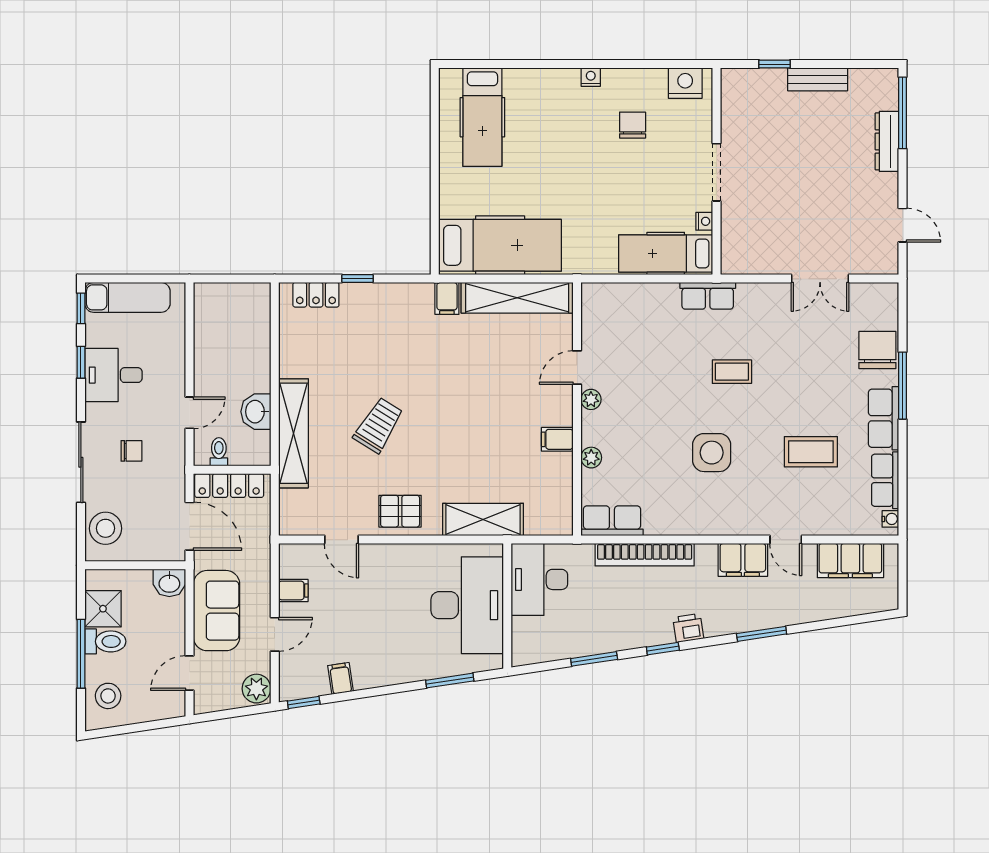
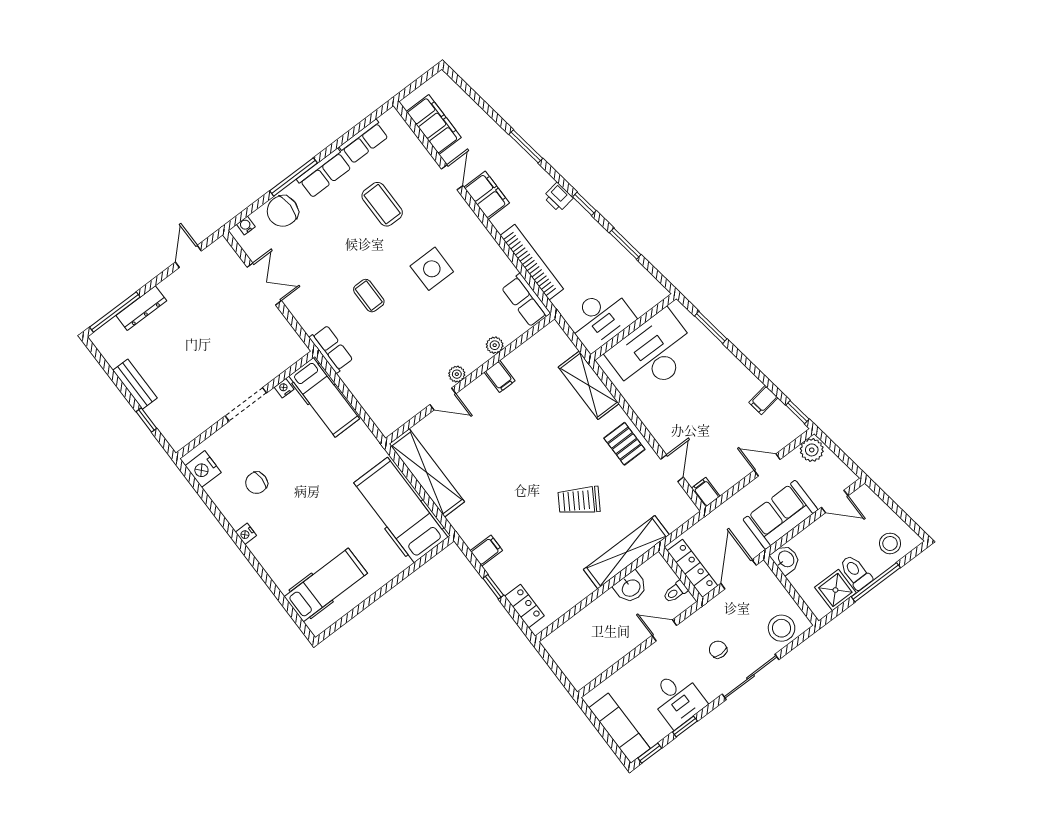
filing cabinet: (447, 298) -> (486, 551), moved
water cooler: (890, 519) -> (246, 226), moved
filing cabinet: (293, 590) -> (706, 492), moved

